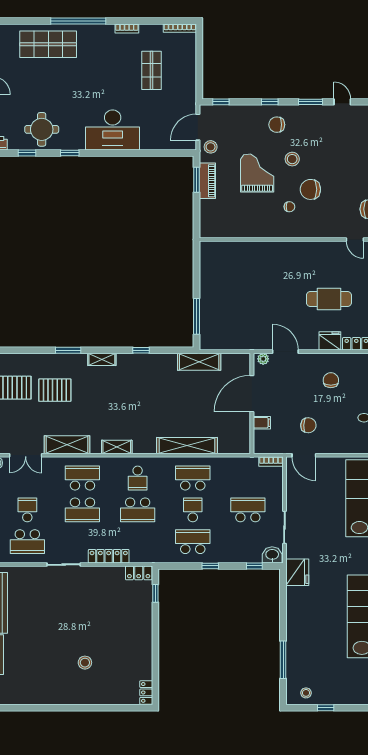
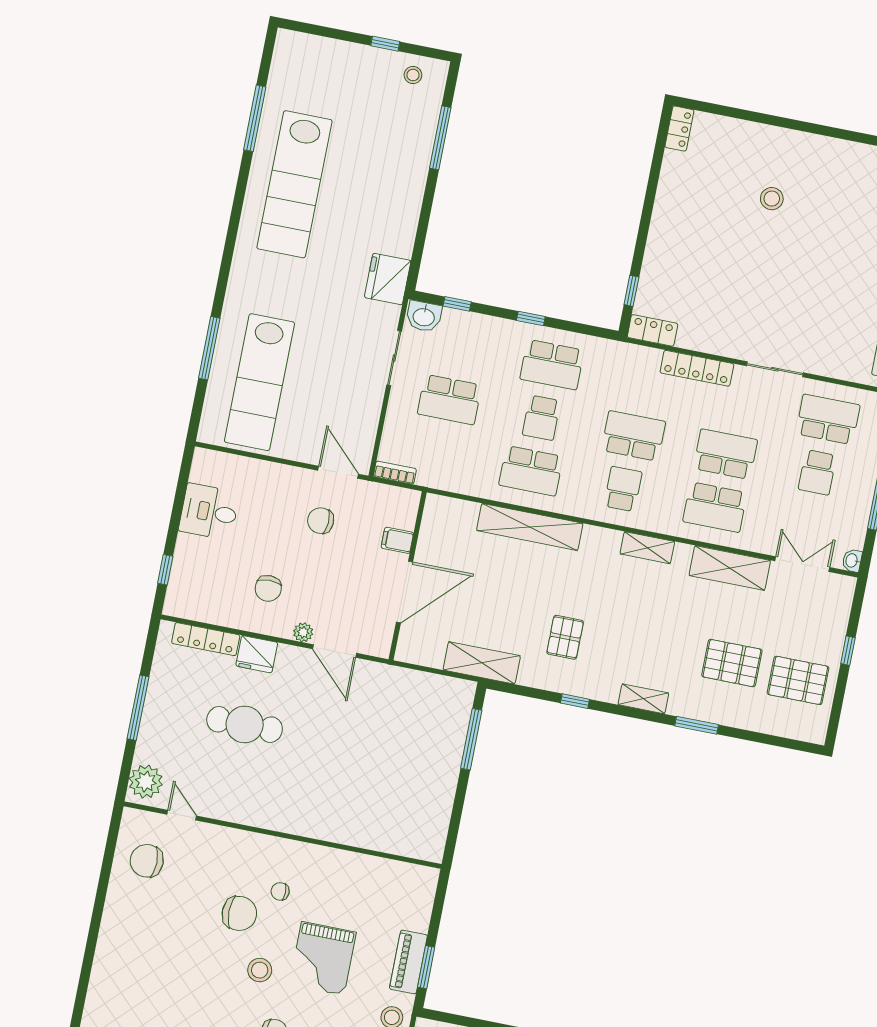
plant: (263, 359) -> (303, 632), moved
pallet: (154, 386) -> (565, 637), added

